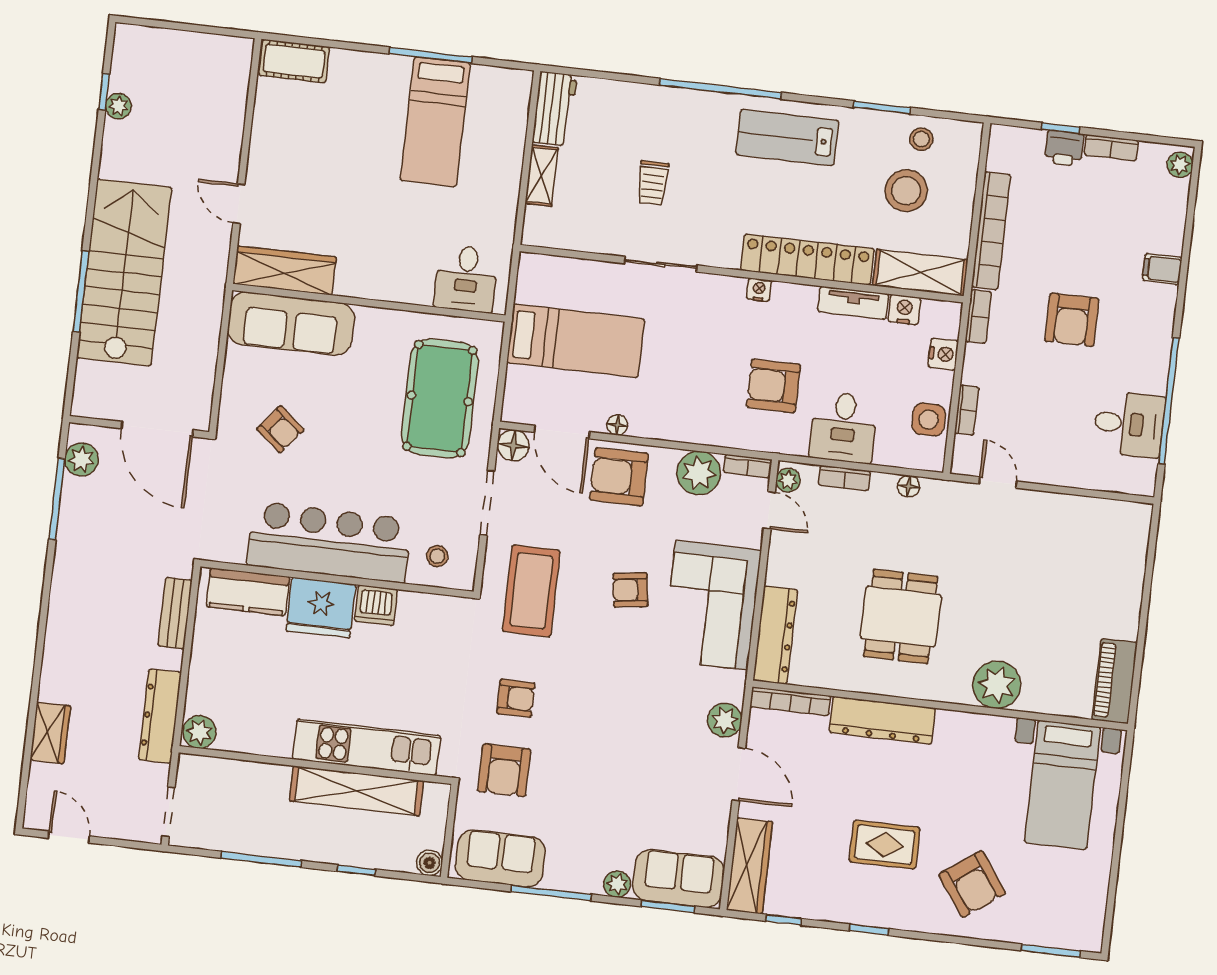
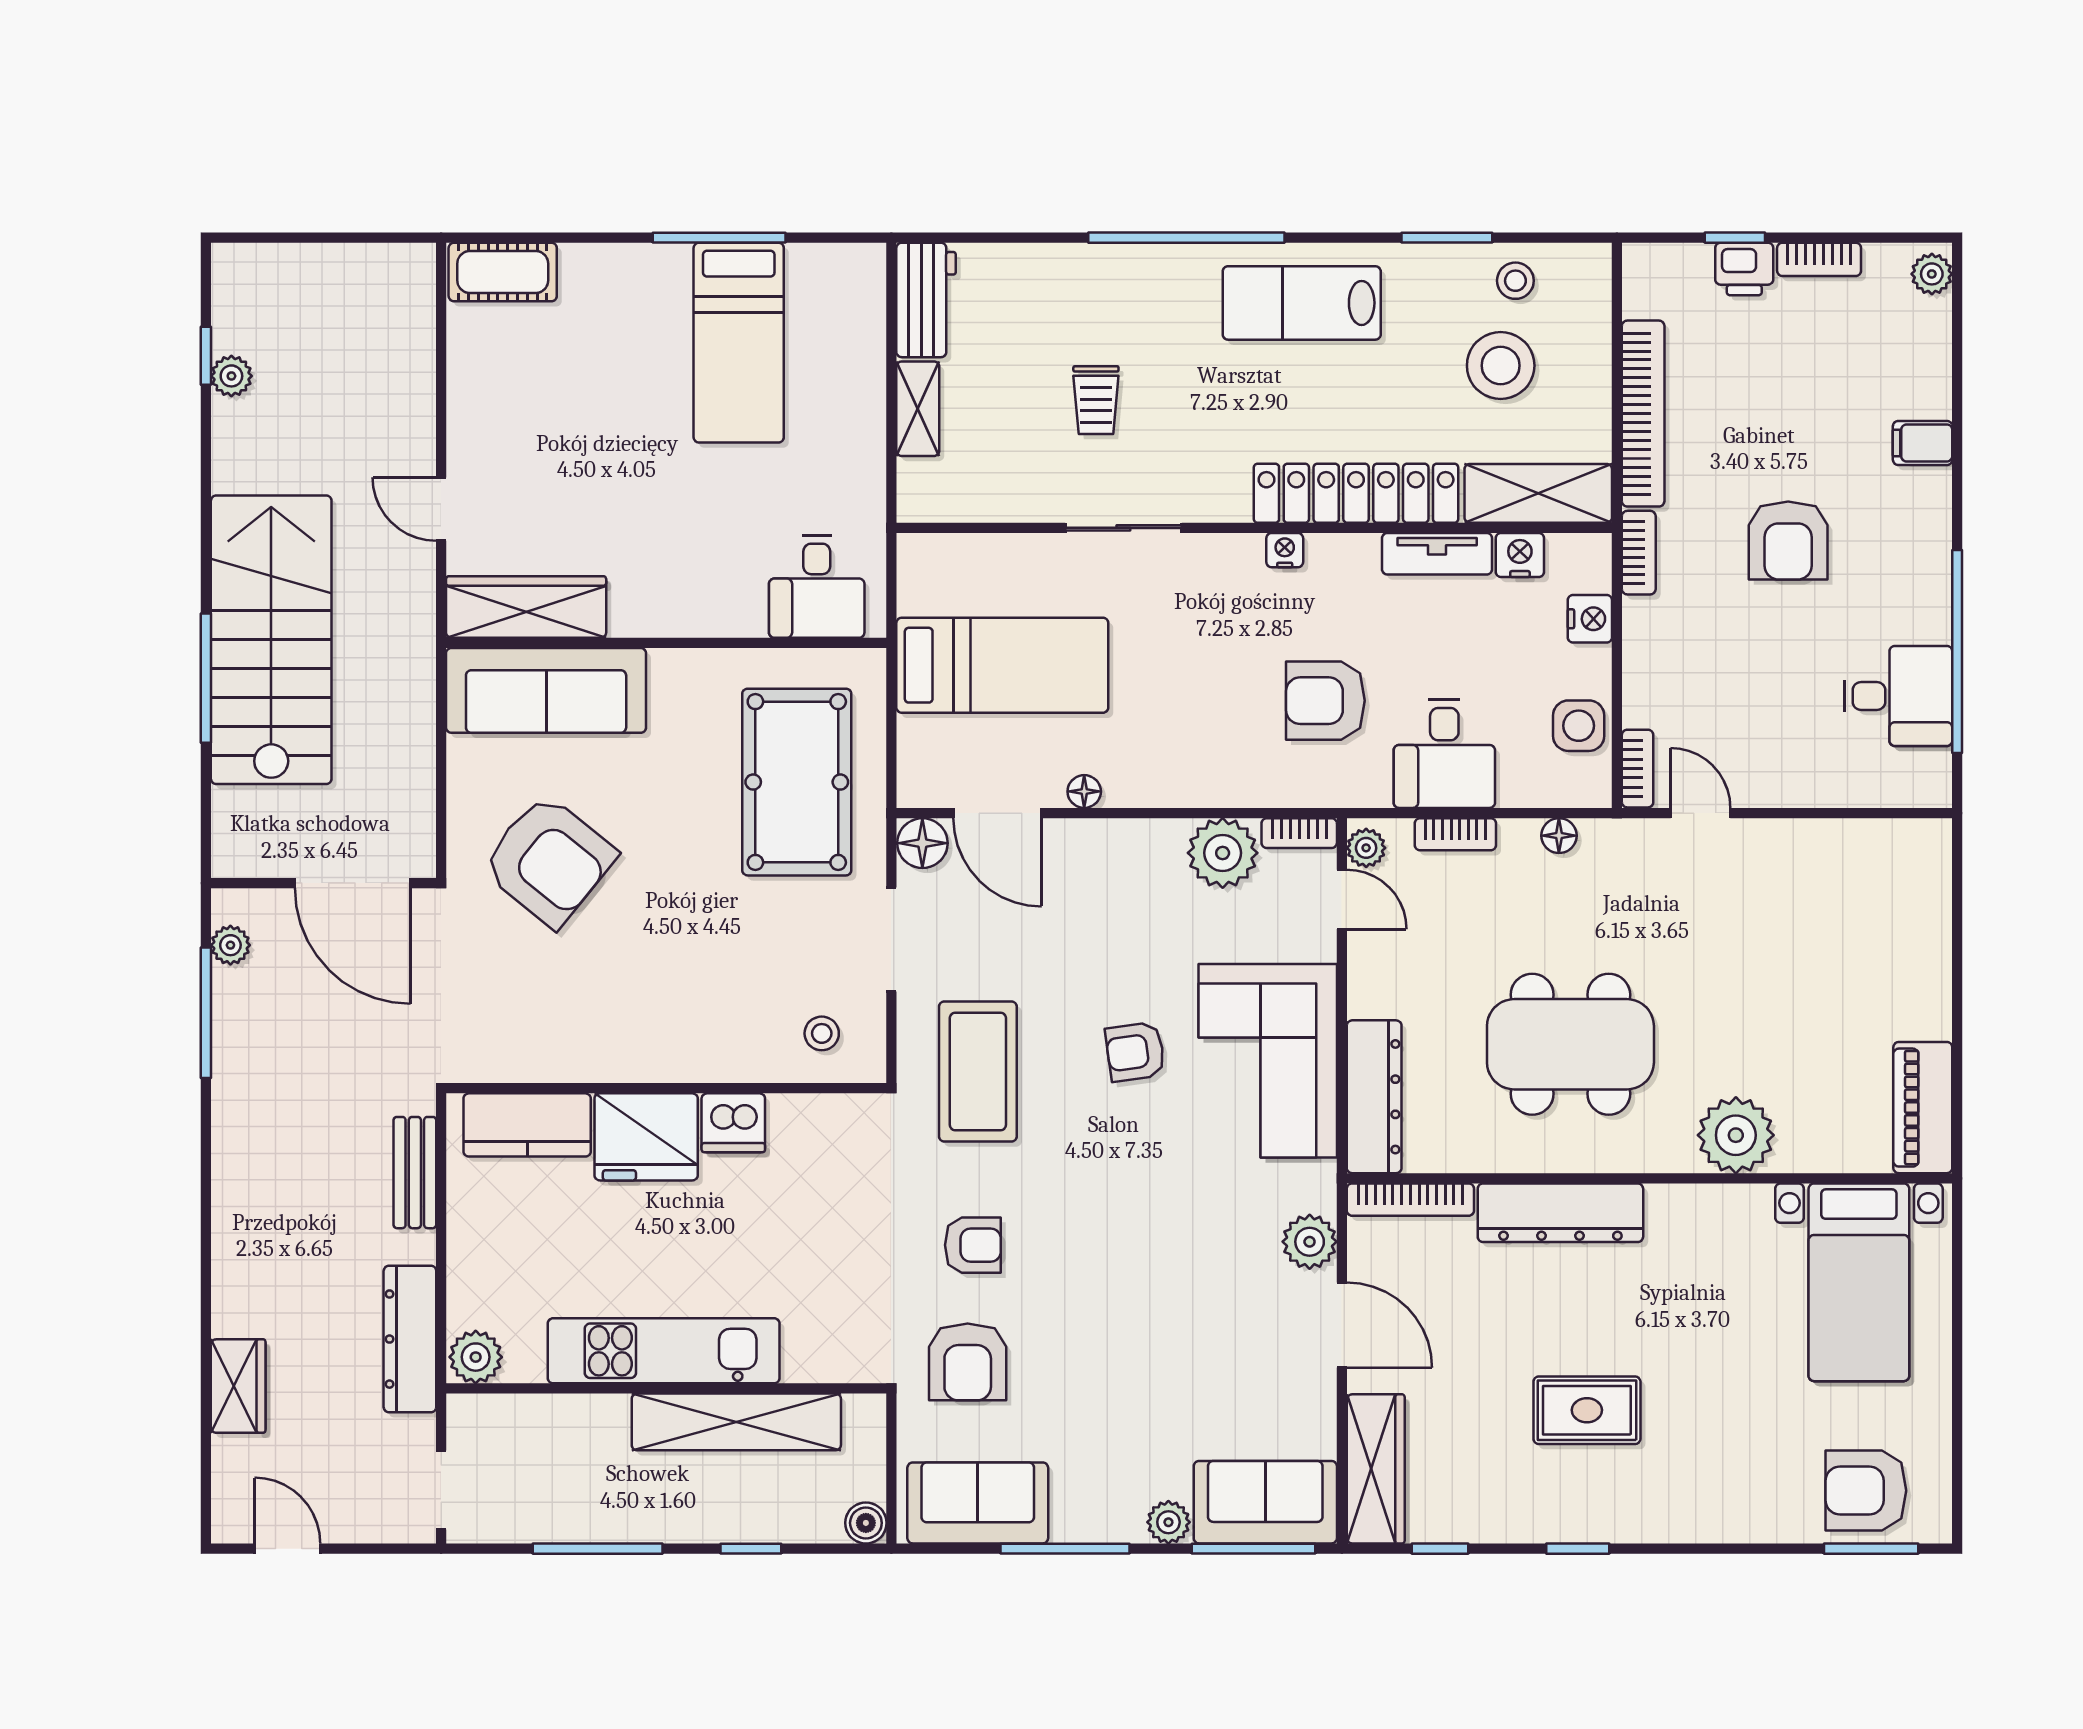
bookcase: (967, 410) -> (1638, 769), moved
armchair: (280, 429) -> (549, 860), width x1.88, depth x1.88
plant: (81, 459) -> (230, 945), width x0.73, depth x0.73
armchair: (619, 477) -> (1096, 874), removed
bar counter: (329, 542) -> (647, 1031), removed
dining table: (901, 617) -> (1570, 1044), width x1.38
kitchen unit: (366, 747) -> (664, 1351), moved
armchair: (972, 884) -> (1866, 1491), moved, turned 126
window: (668, 906) -> (1253, 1549), width x1.44

